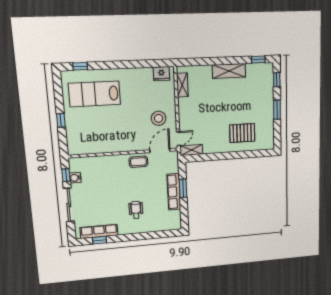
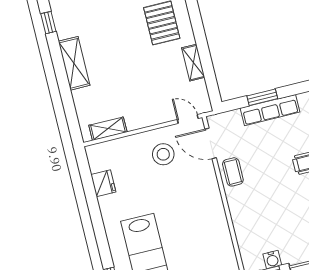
fridge: (161, 74) -> (103, 183), moved
shelving: (191, 150) -> (193, 63), moved

